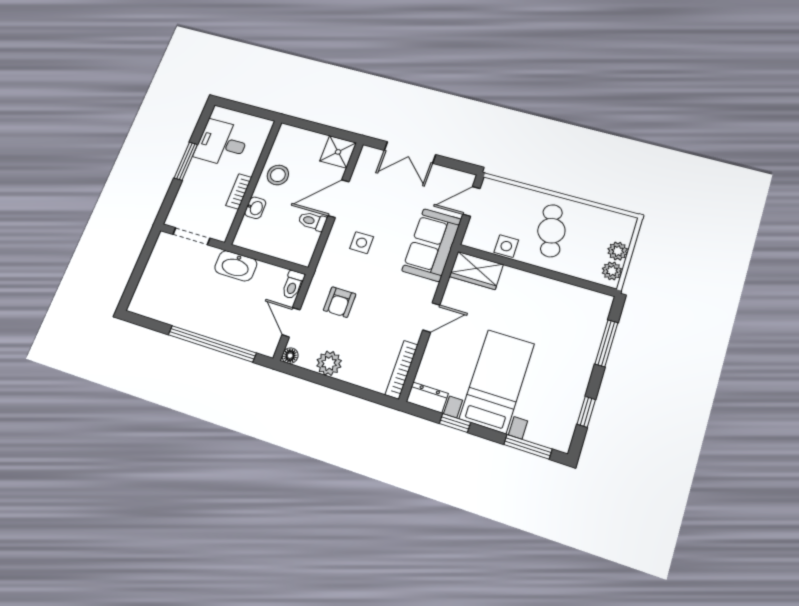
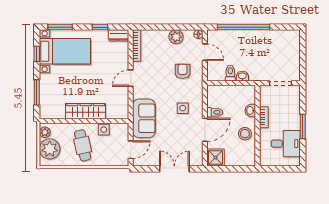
plant: (618, 251) -> (50, 149), width x1.88, depth x1.88
washbasin: (236, 266) -> (242, 76), width x0.52, depth x0.69
wardrobe: (476, 270) -> (86, 111), moved, width x1.50
toilet: (293, 285) -> (230, 73), moved
bed with nightstands: (497, 381) -> (65, 51), moved, turned -90

